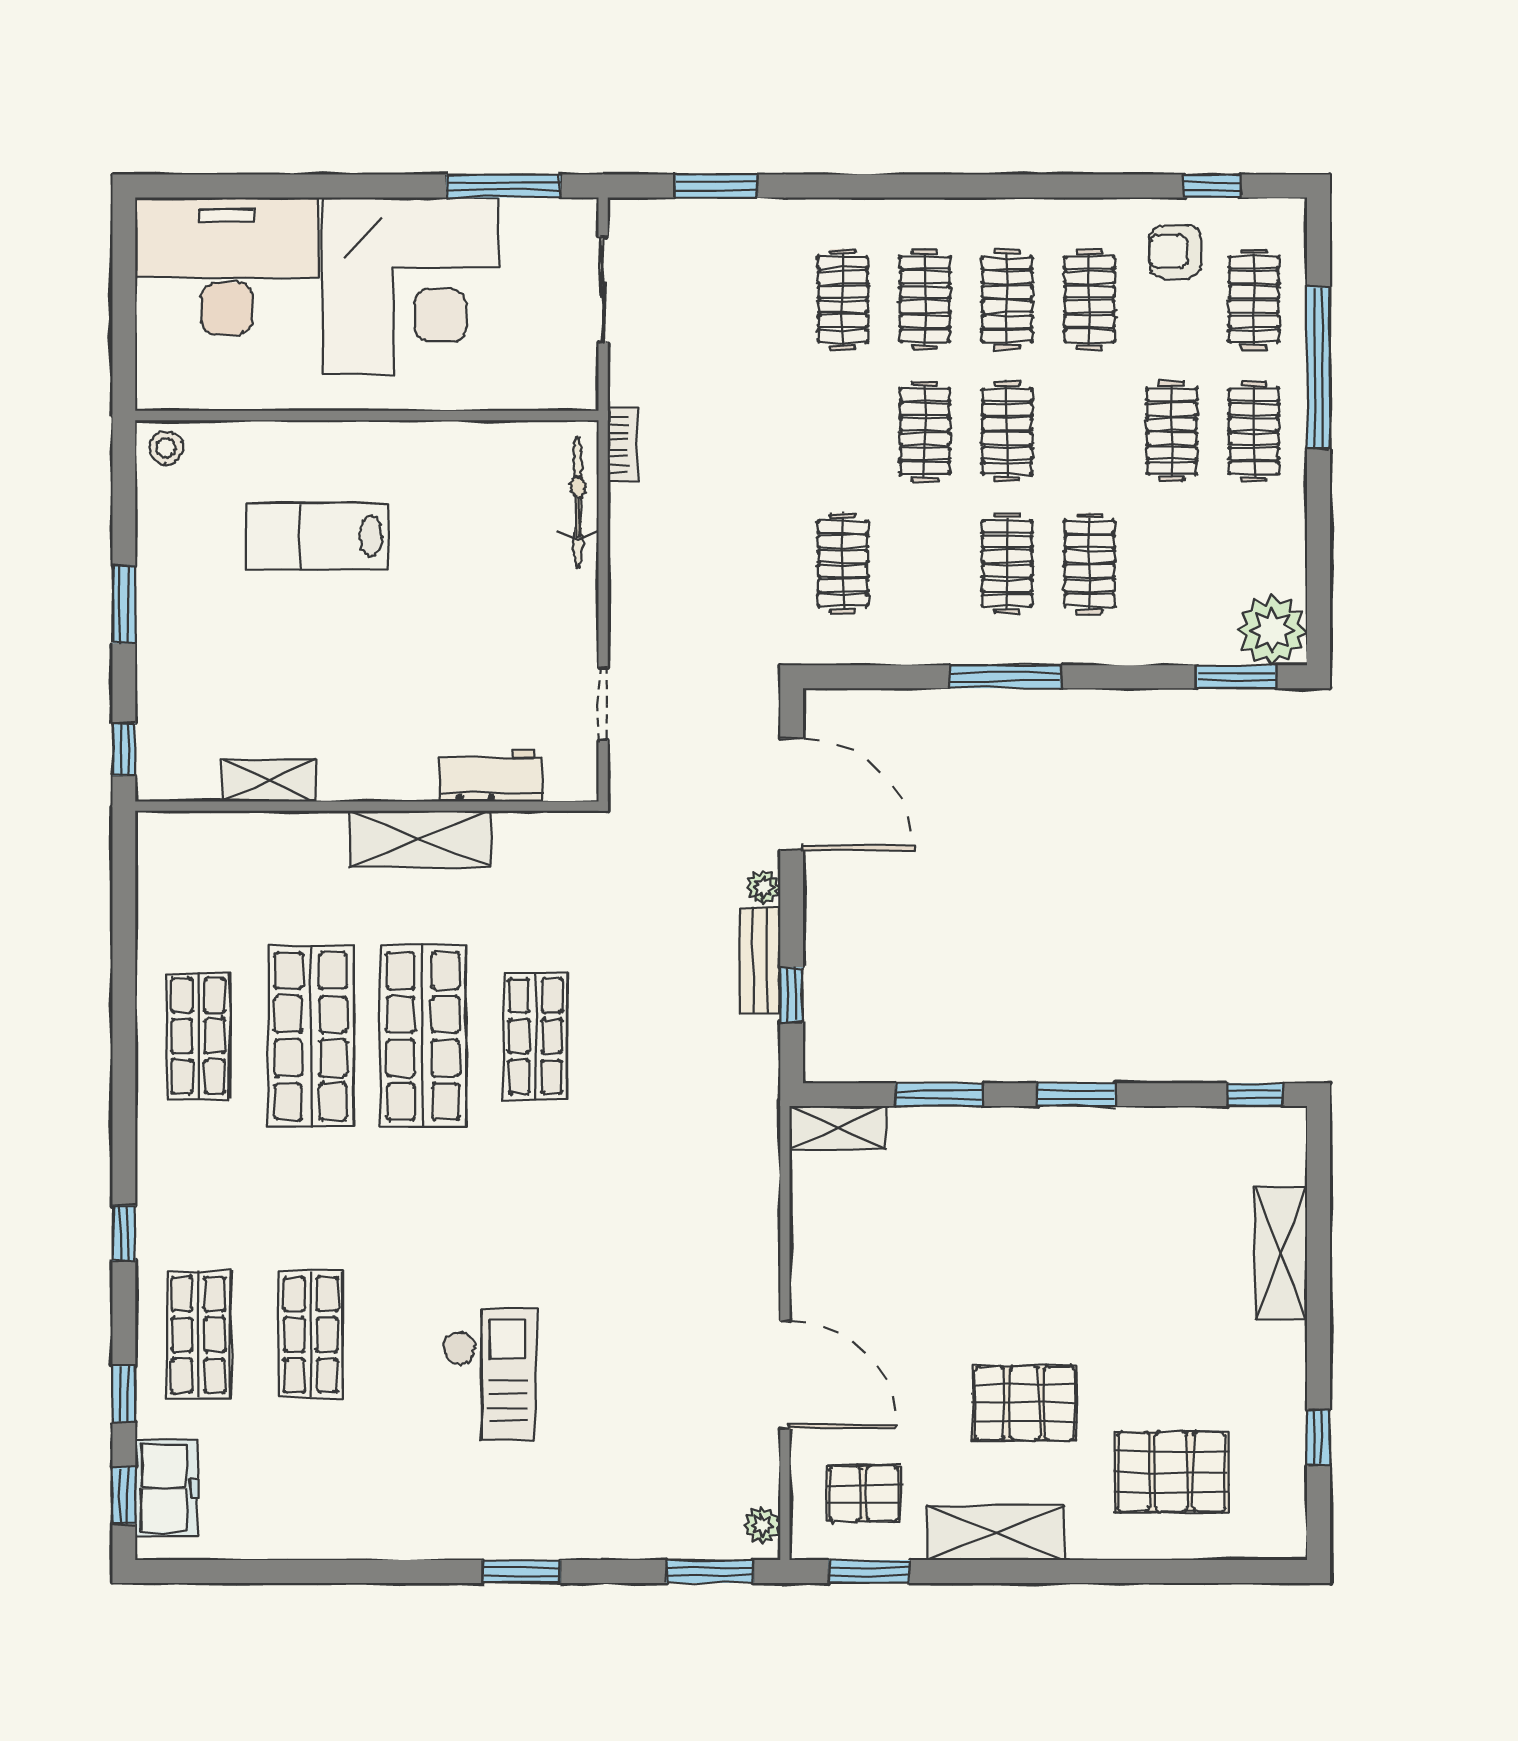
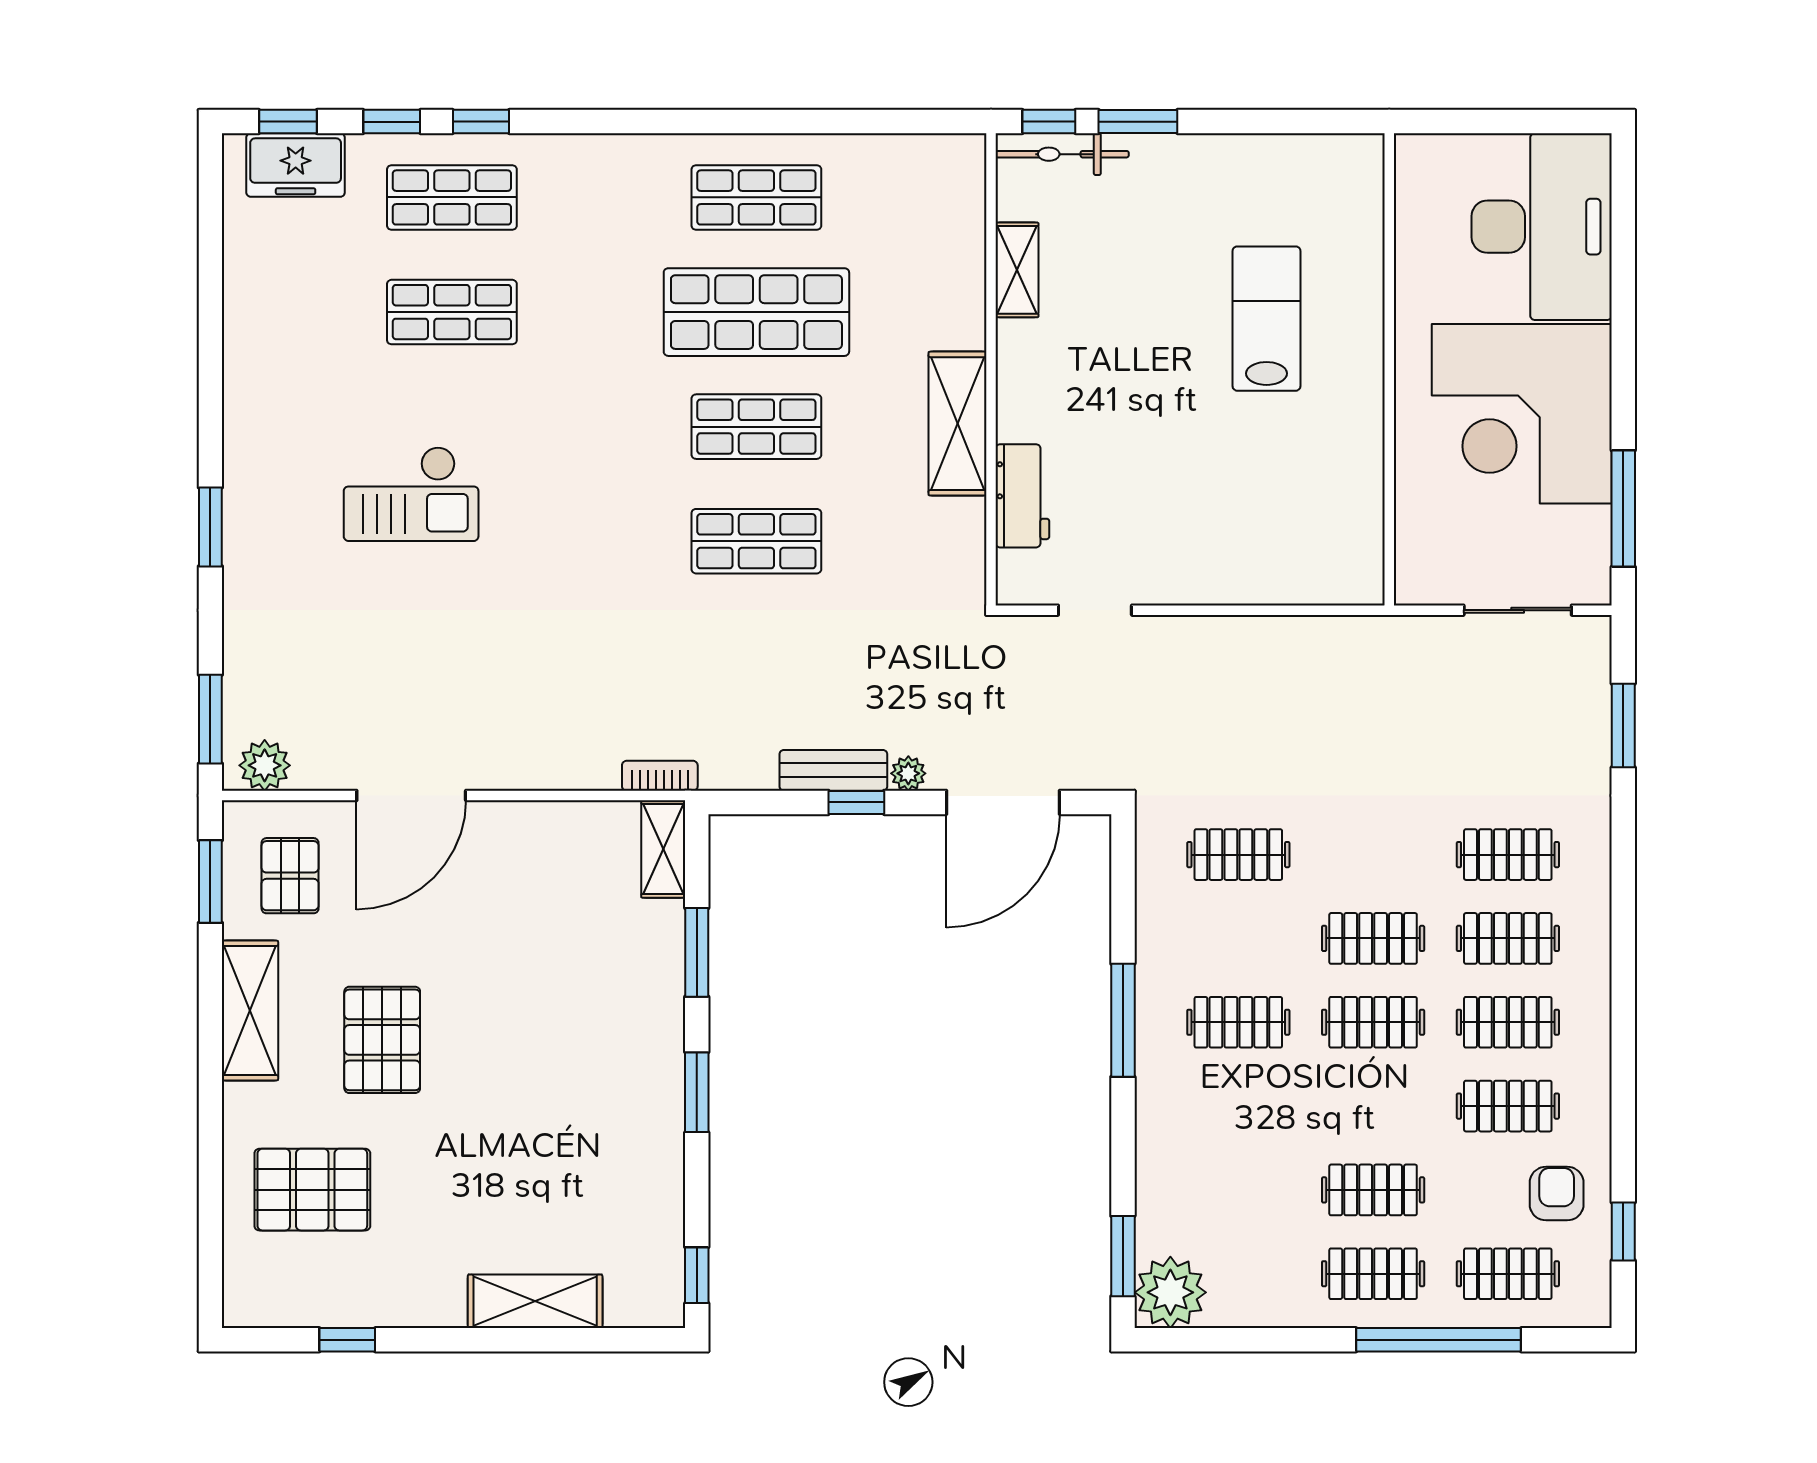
bookcase: (622, 445) -> (660, 776), moved, turned 180
stool: (166, 448) -> (1356, 164), removed
bicycle: (578, 503) -> (1062, 154), moved, turned 180
clothes rail: (1089, 564) -> (1238, 1106), removed
window: (124, 605) -> (1138, 122), moved
window: (792, 995) -> (856, 802), moved
shop shelf: (423, 1036) -> (756, 427), width x0.70, depth x0.74
window: (124, 1233) -> (481, 122), moved
pallet: (1171, 1472) -> (312, 1190), turned 90
plant: (762, 1525) -> (265, 765), width x1.38, depth x1.38

